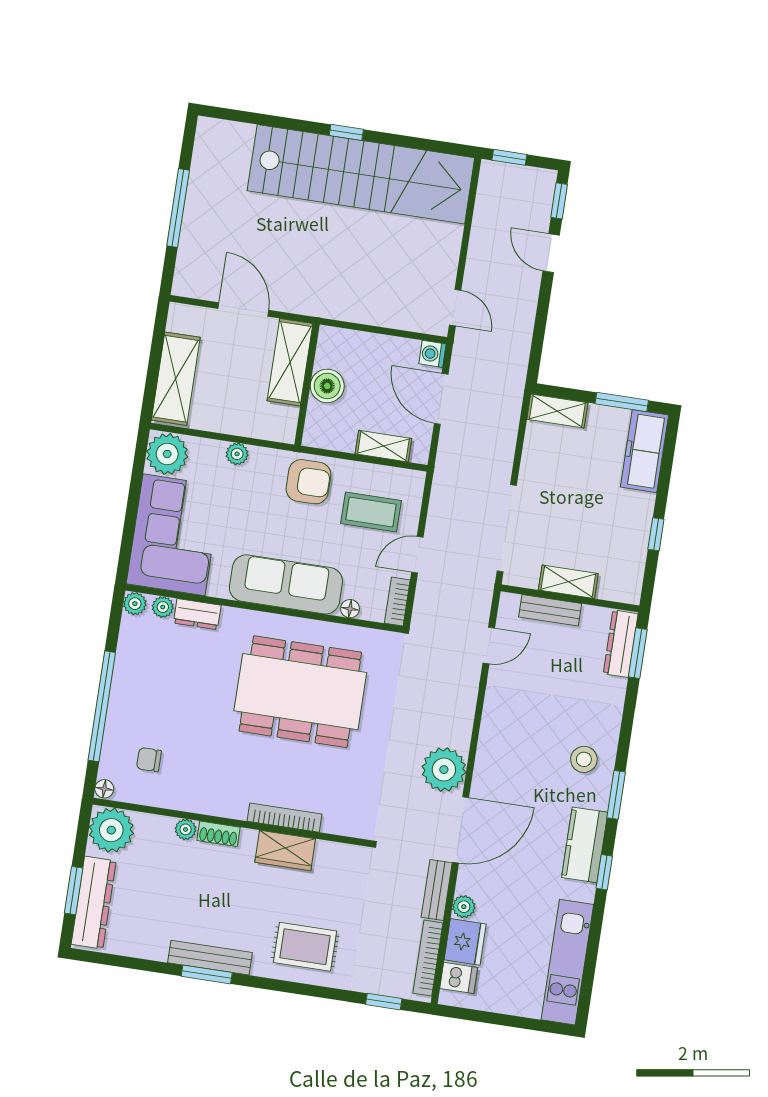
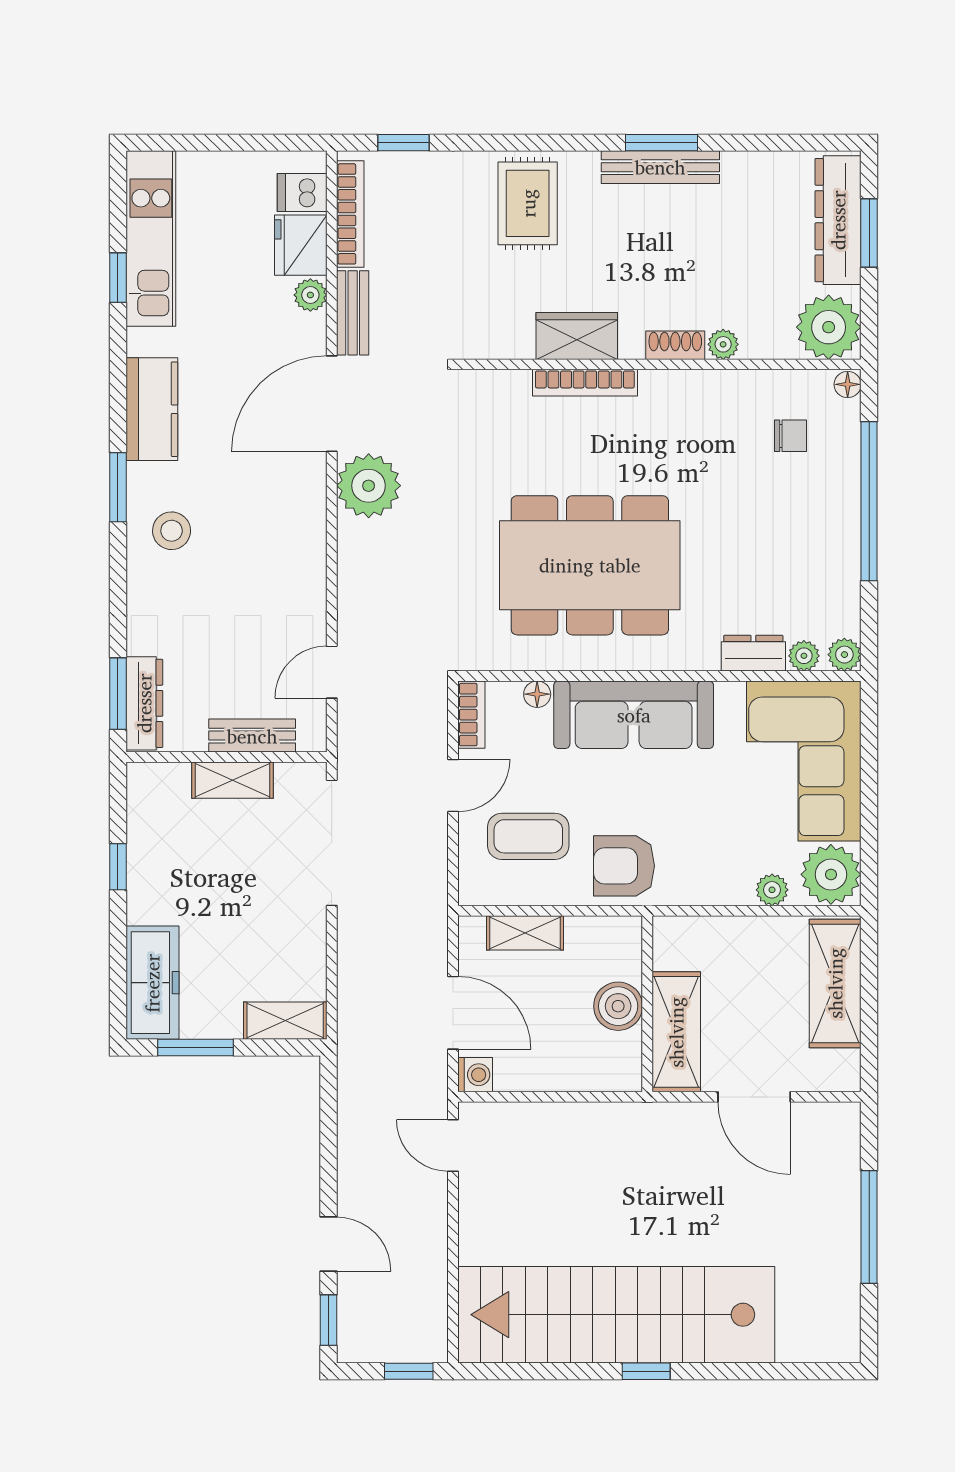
plant: (237, 454) -> (772, 890), moved
window: (604, 872) -> (118, 278), moved
rug: (305, 947) -> (528, 203), turned 90

